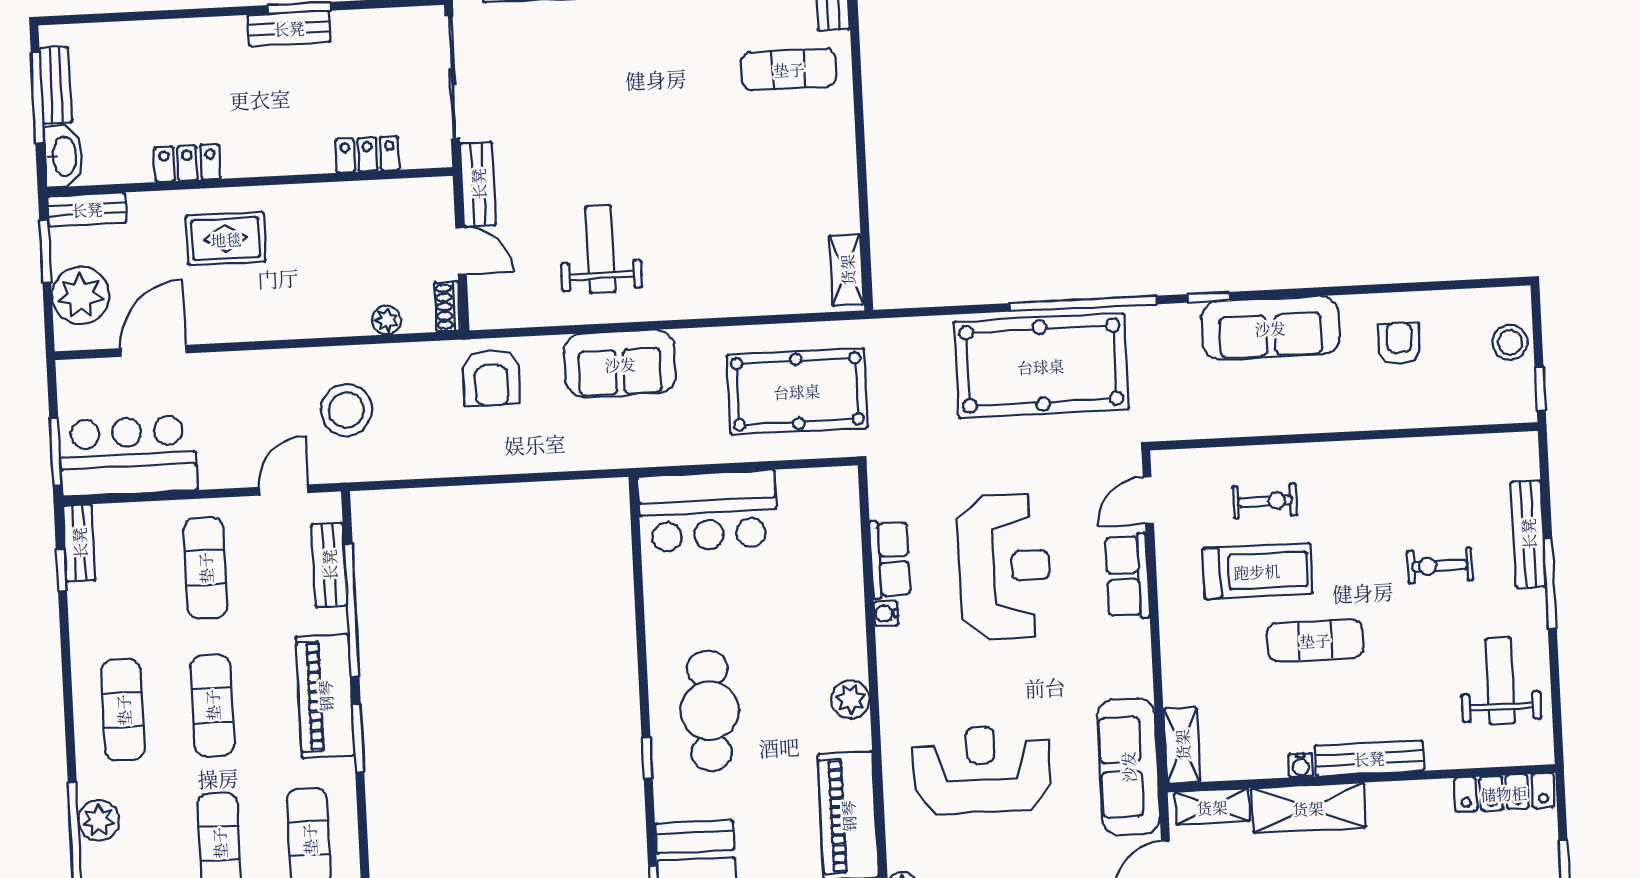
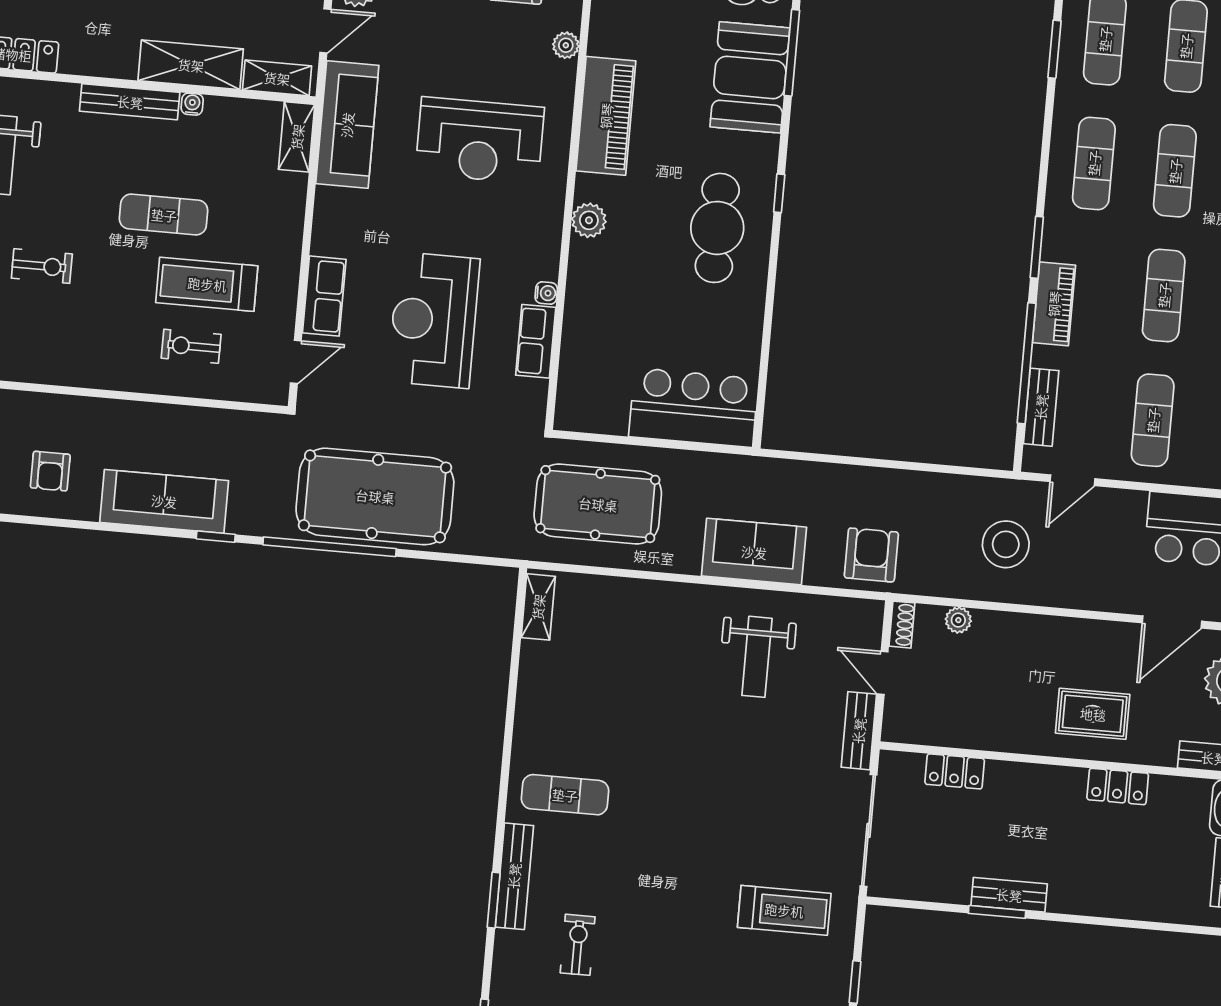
piano: (325, 696) -> (1054, 304), width x0.73, depth x0.75

